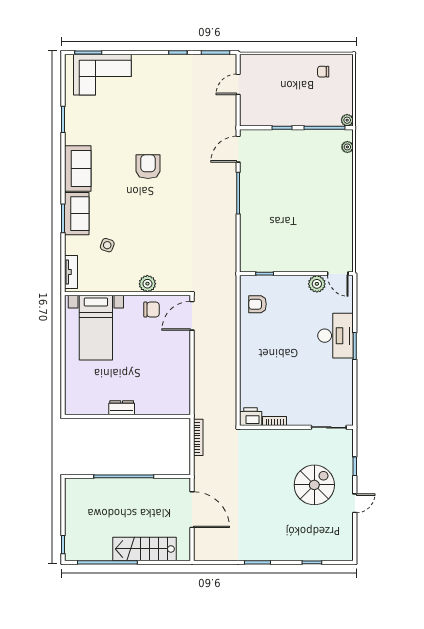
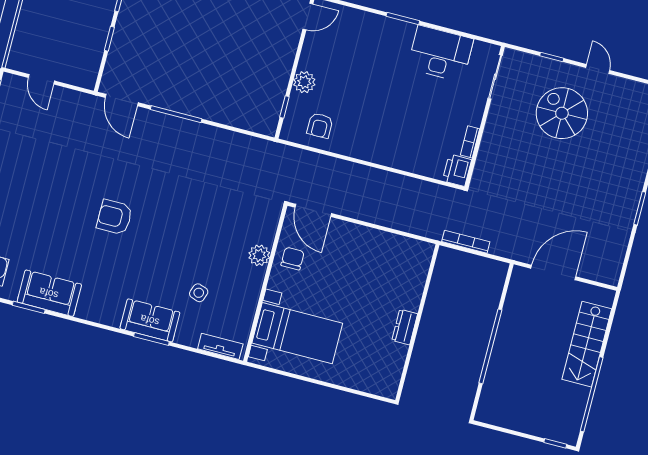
sofa: (78, 168) -> (49, 293), moved
plant: (317, 284) -> (304, 82), moved
desk: (336, 336) -> (440, 54), moved

